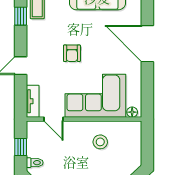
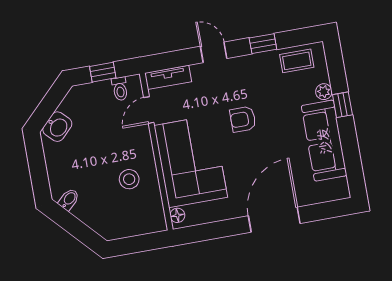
window: (21, 16) -> (263, 44), moved
toilet: (35, 163) -> (120, 89), moved

